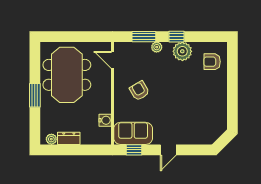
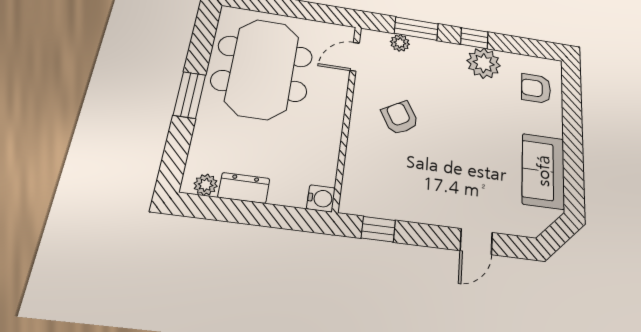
plant: (157, 47) -> (400, 43), moved
door: (112, 60) -> (355, 57), hinge flipped
water cooler: (105, 120) -> (321, 198), moved
sofa: (133, 133) -> (543, 171), moved, turned -90
door: (168, 150) -> (476, 242), moved

